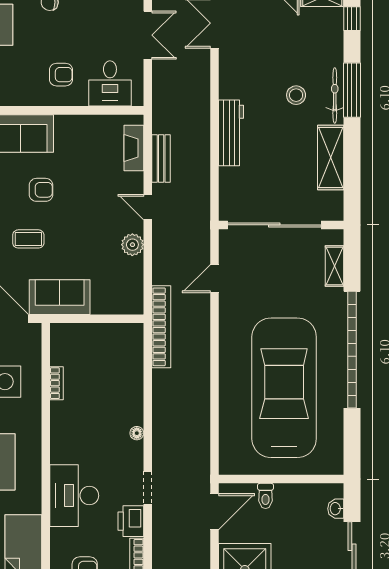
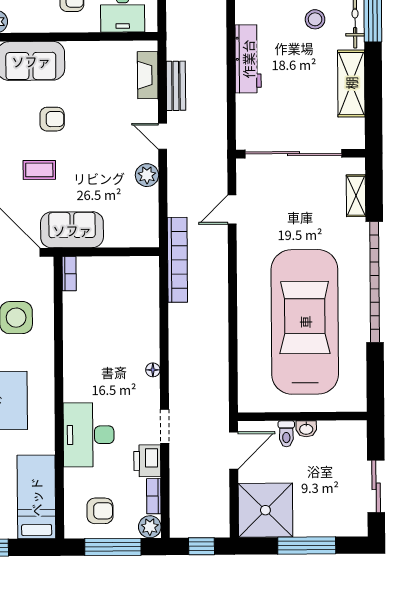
bookcase: (57, 383) -> (69, 274), moved
washbasin: (336, 509) -> (306, 429), moved, turned -90

